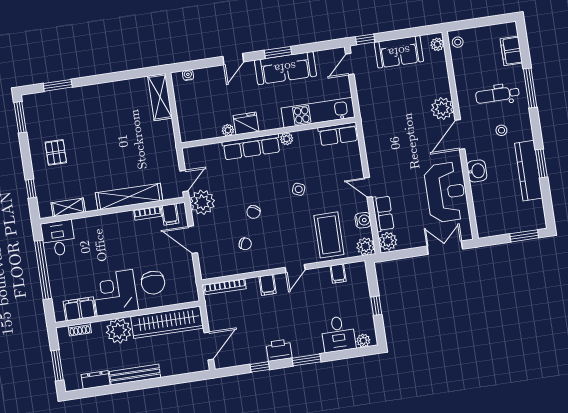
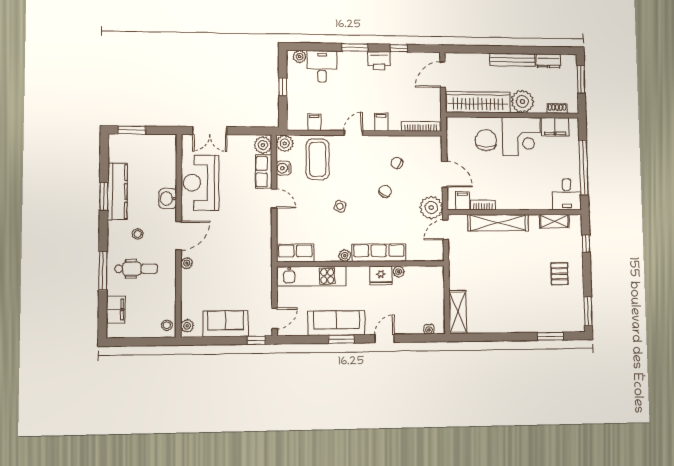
plant: (442, 108) -> (187, 263), width x0.53, depth x0.53

